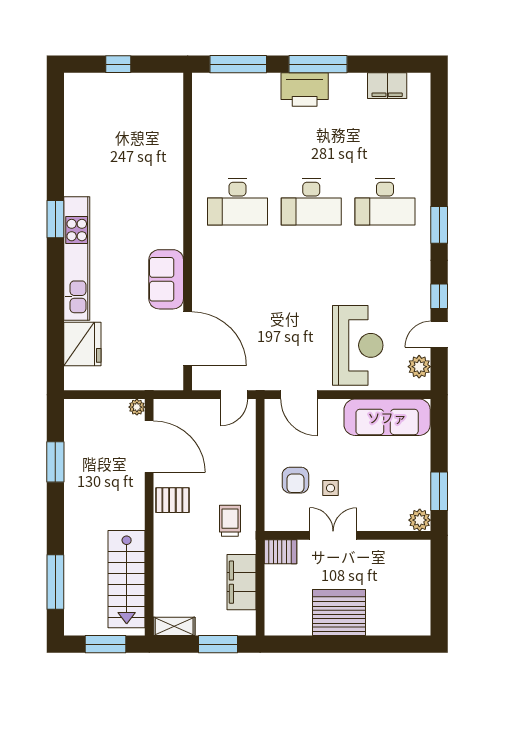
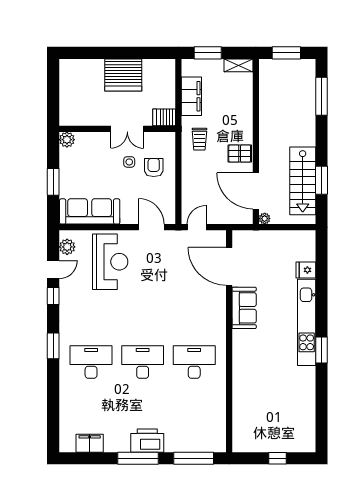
fridge: (82, 344) -> (306, 270), width x0.53, depth x0.75
reception desk: (358, 345) -> (110, 262), turned 180
window: (439, 491) -> (53, 182), moved
stairs: (127, 579) -> (303, 181), moved, turned 180

